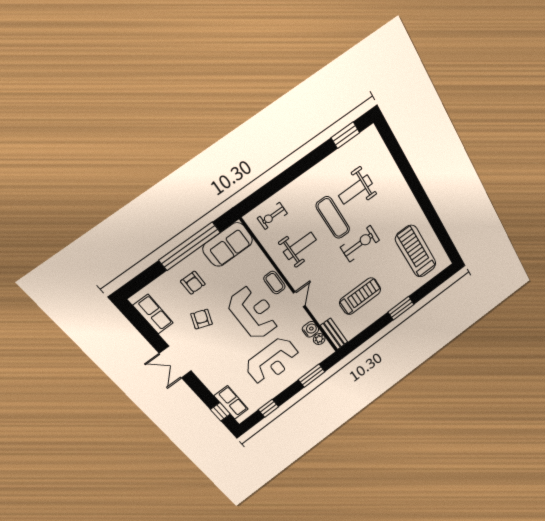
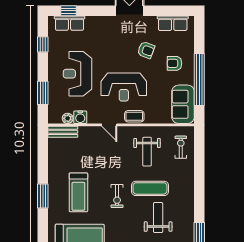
exercise bike: (360, 244) -> (117, 196), width x0.73, depth x0.72
treadmill: (360, 296) -> (78, 192), moved

